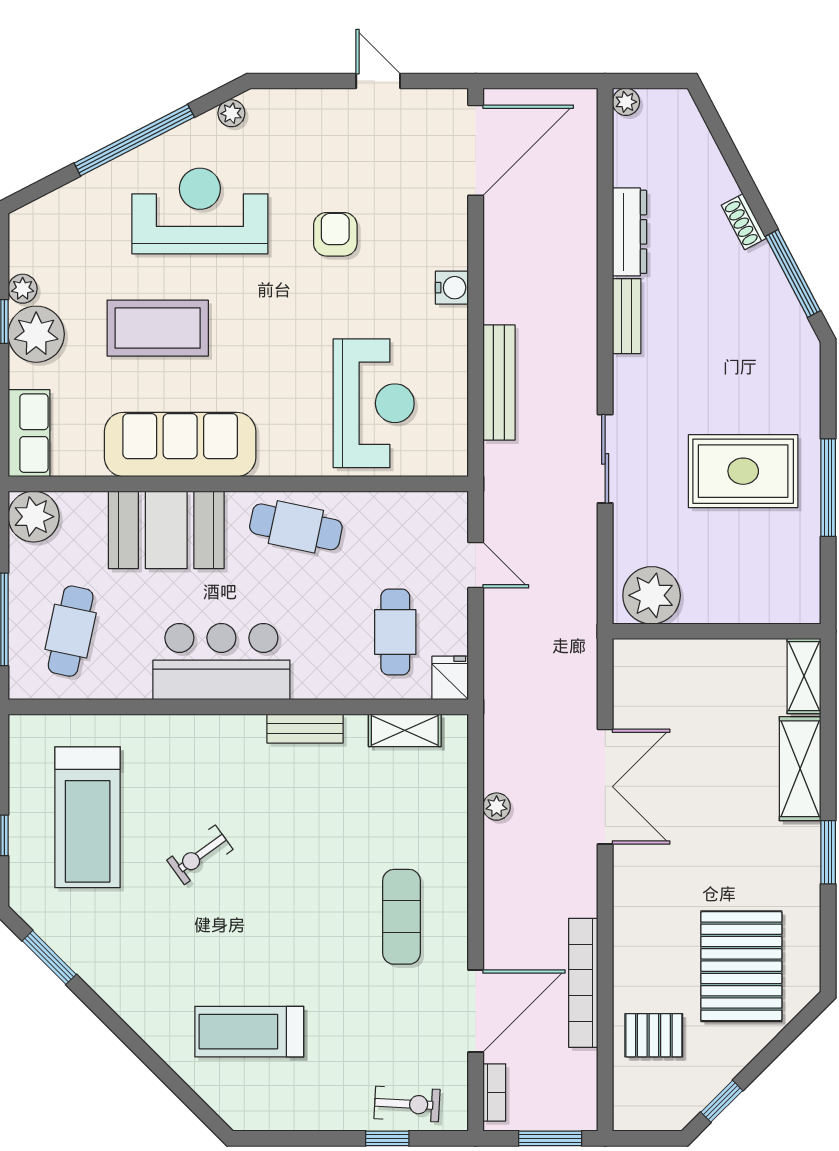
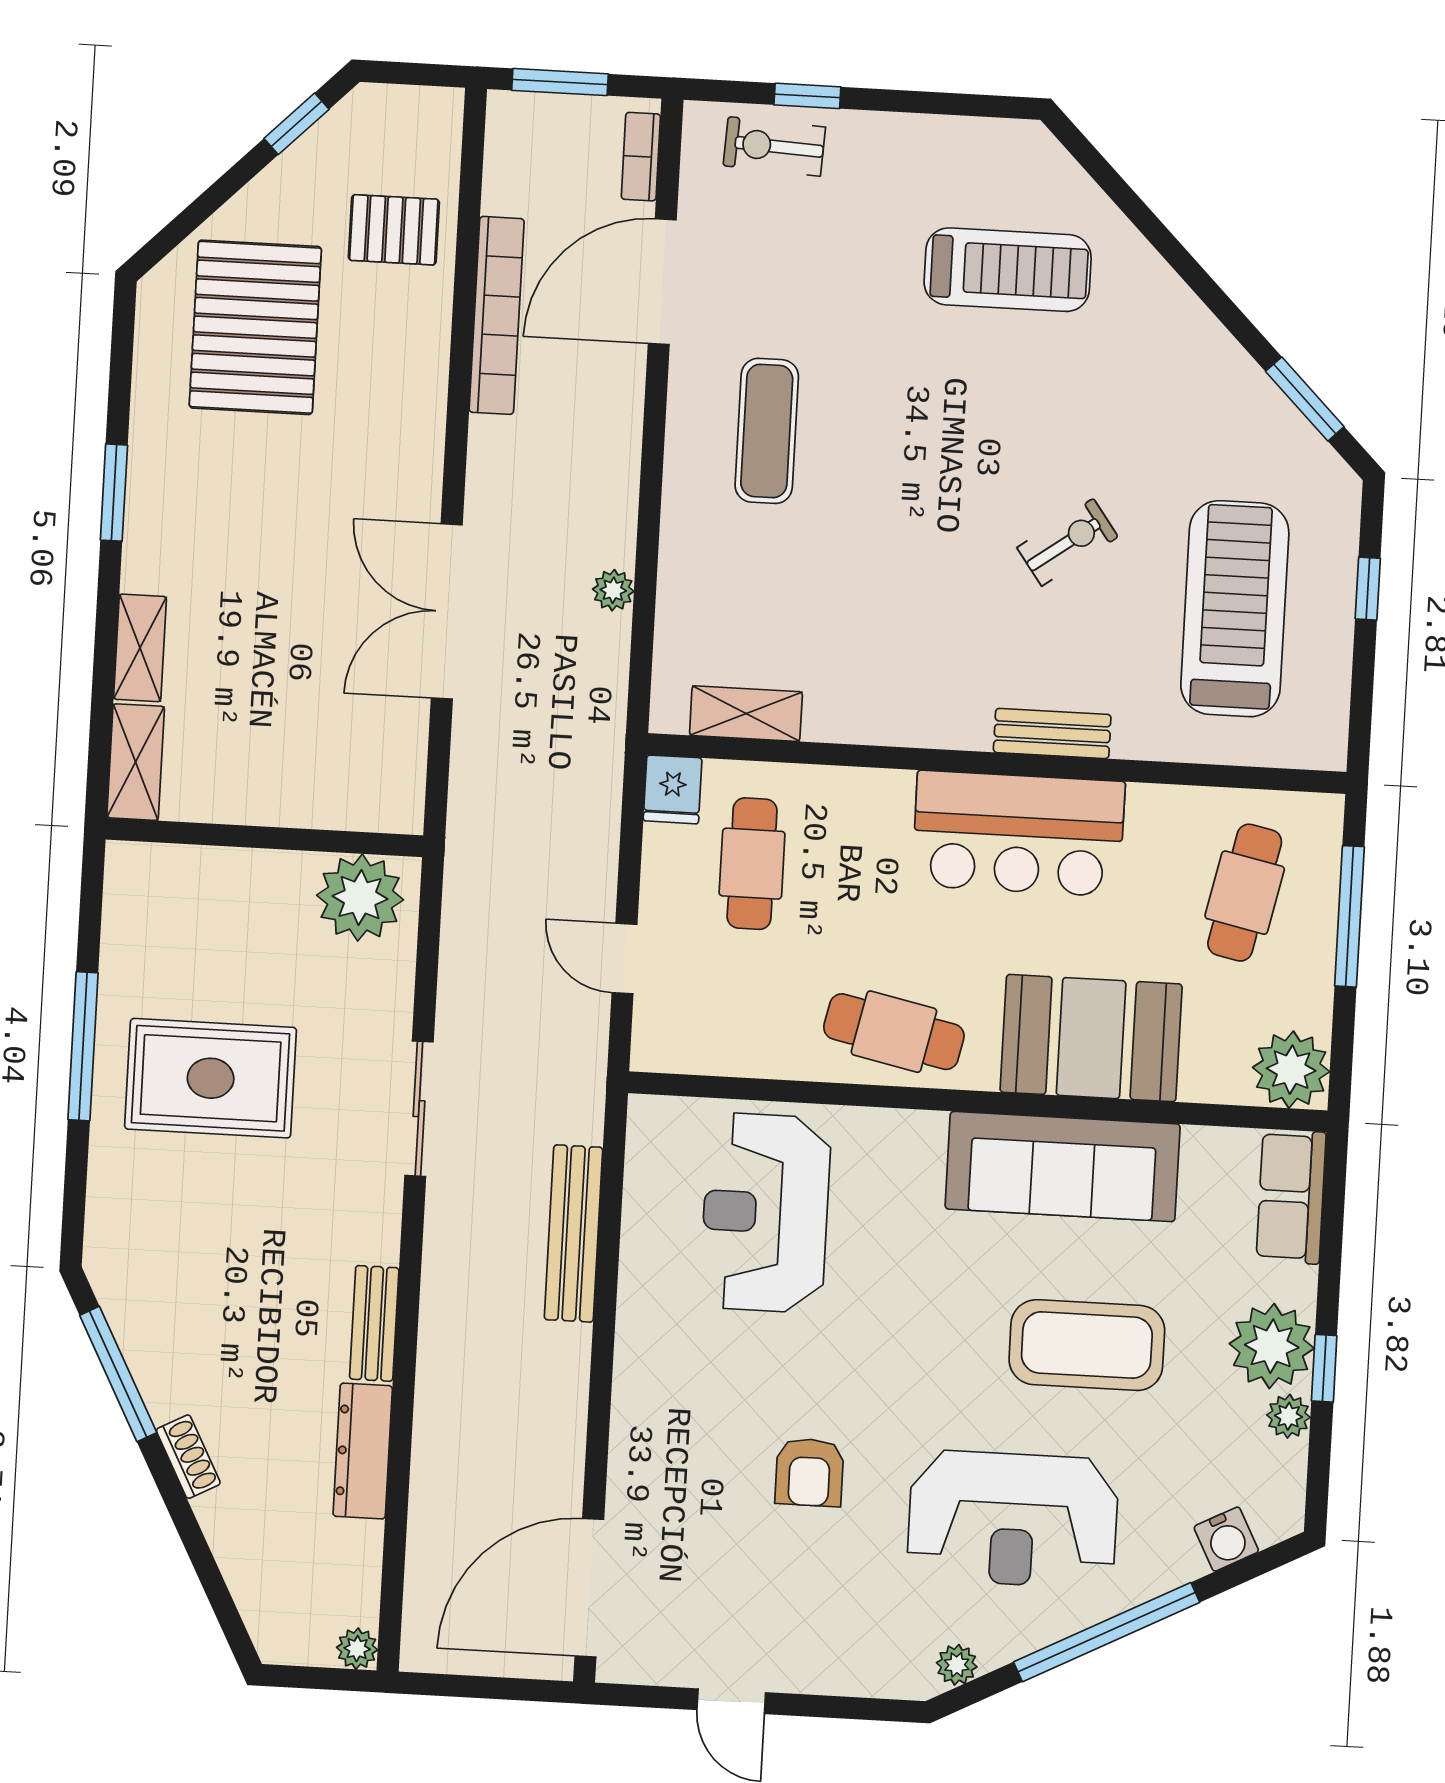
water cooler: (452, 288) -> (1226, 1539), moved, turned -117
bench: (305, 729) -> (1052, 734), moved
shelving: (800, 769) -> (140, 648), width x0.67, depth x0.75

